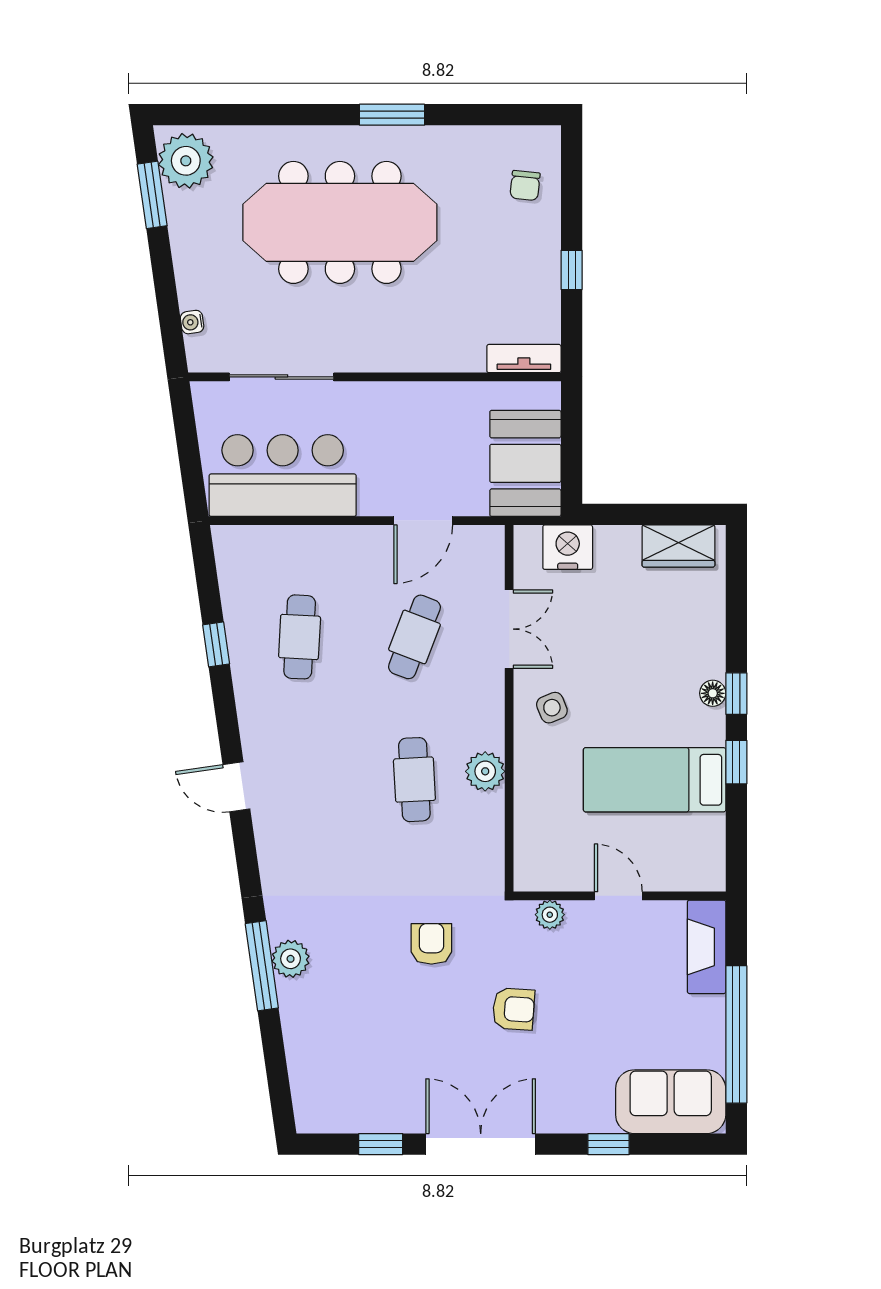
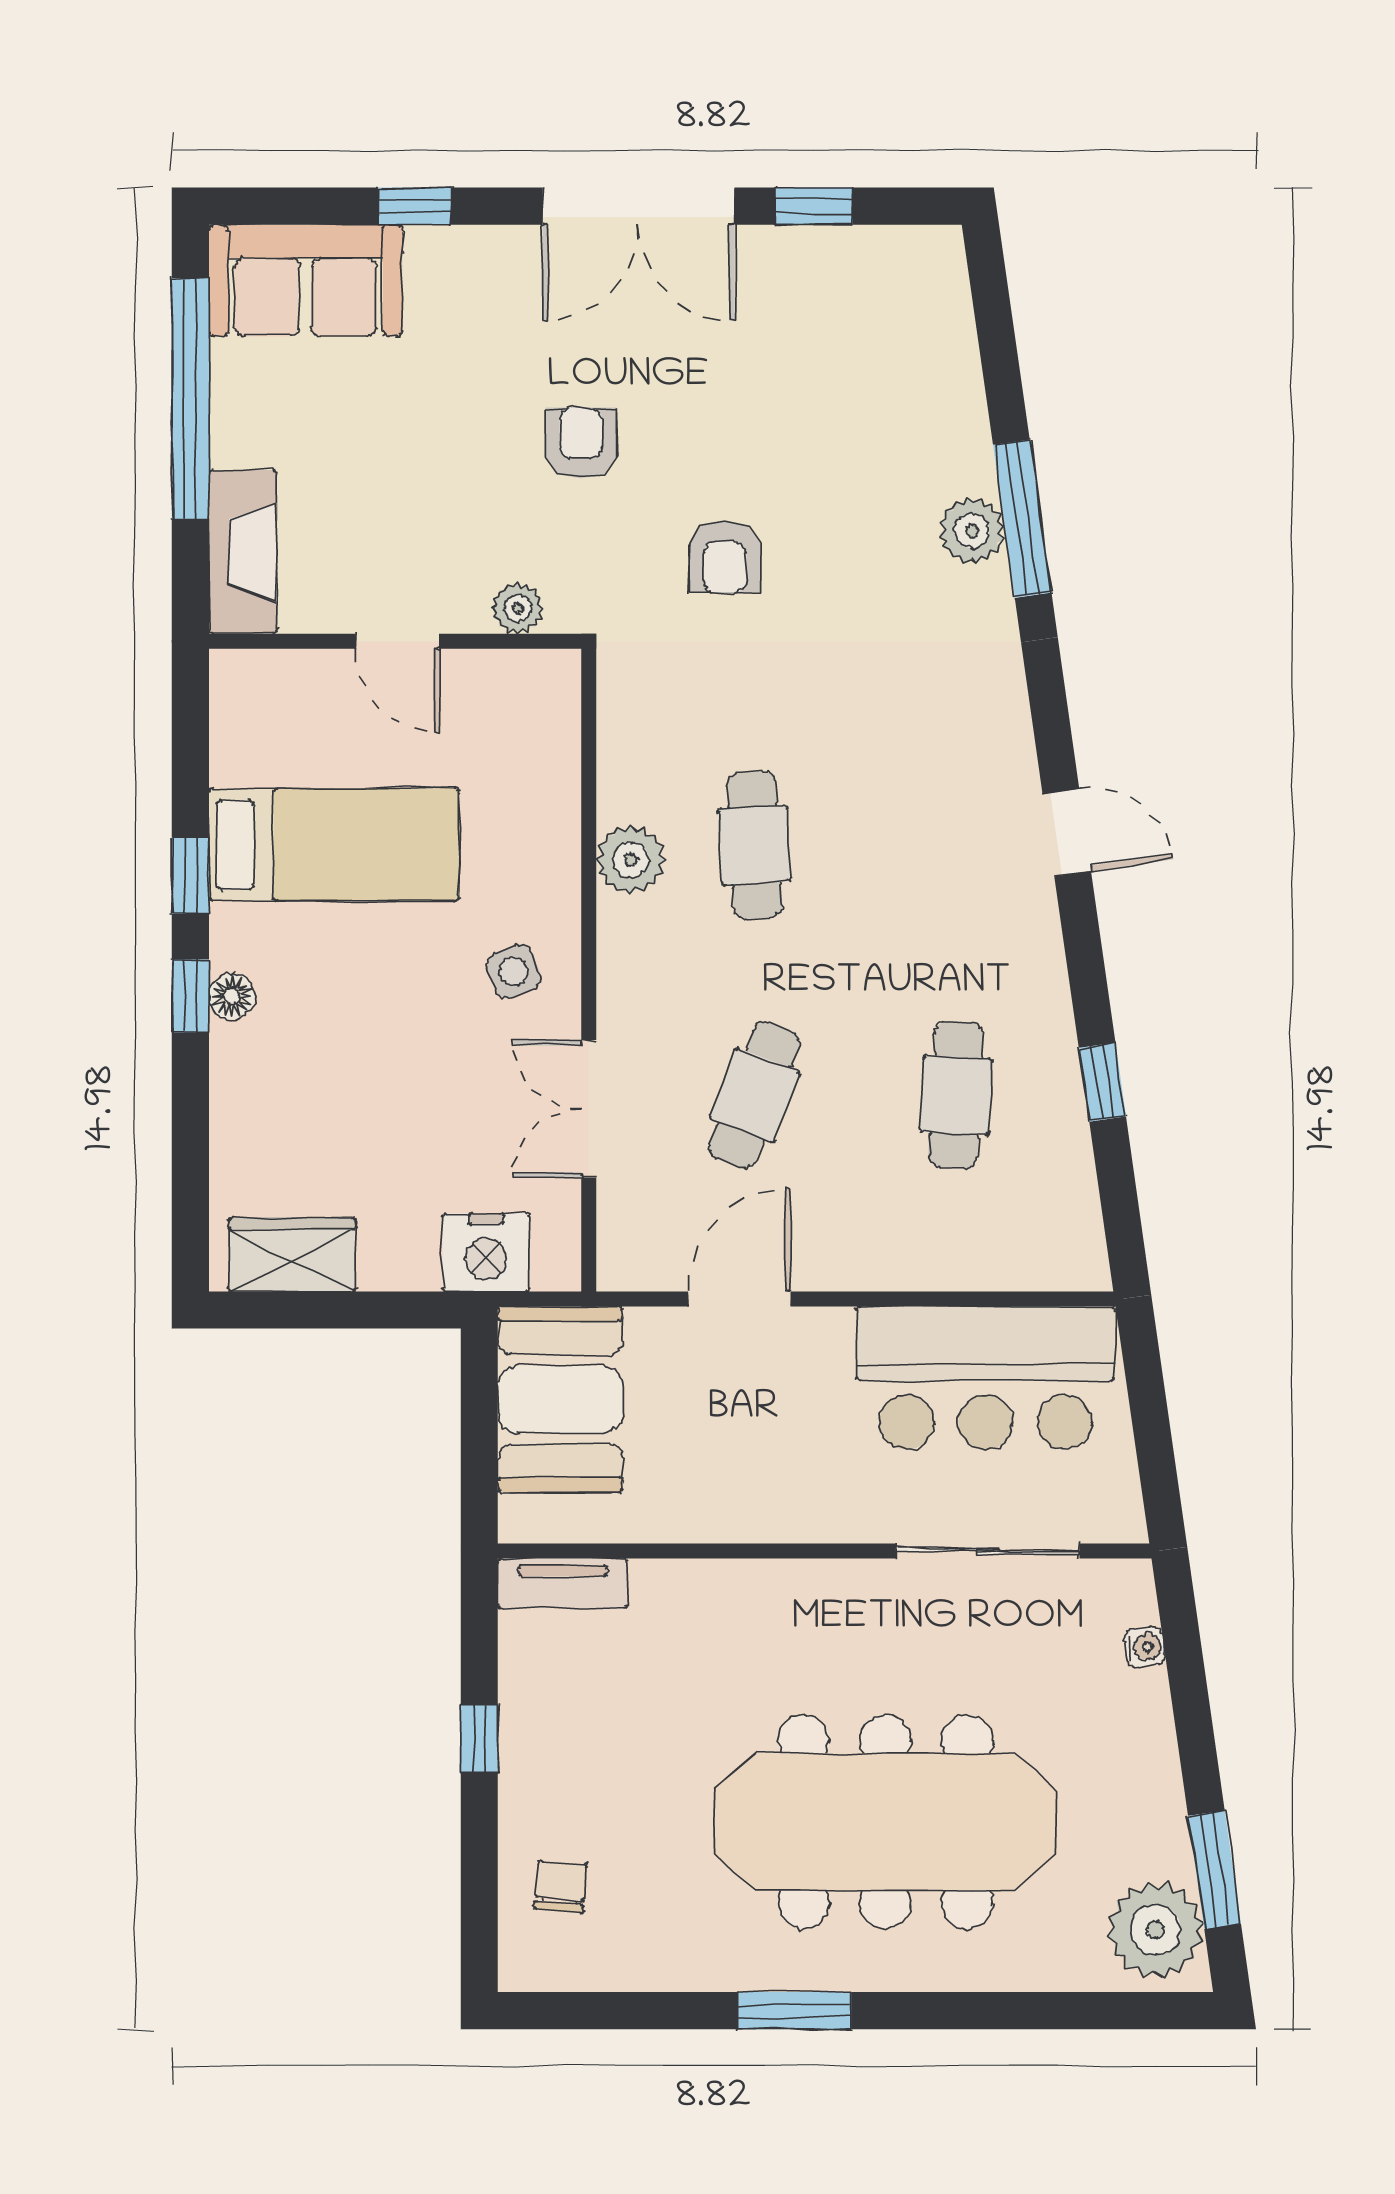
armchair: (514, 1009) -> (581, 443), turned 86

